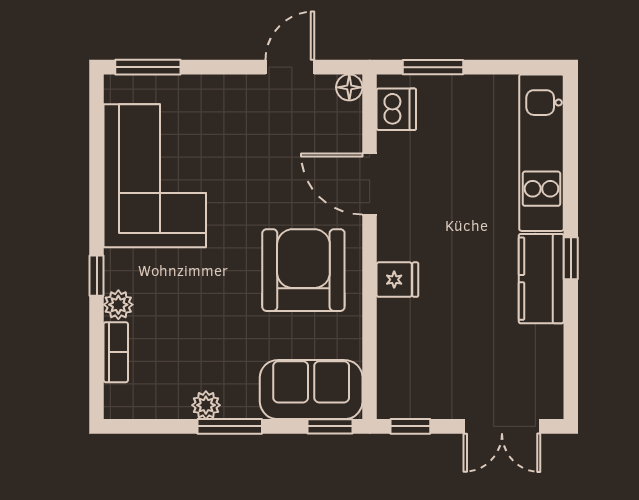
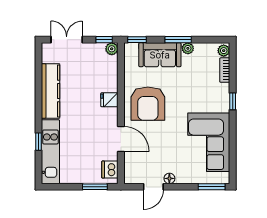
floor lamp: (349, 87) -> (169, 178), moved
window: (571, 258) -> (38, 142), moved
kitchen counter: (541, 279) -> (51, 91), width x1.50
plant: (118, 305) -> (224, 51), moved
sofa: (311, 390) -> (160, 55), moved
plant: (392, 404) -> (112, 49), added

